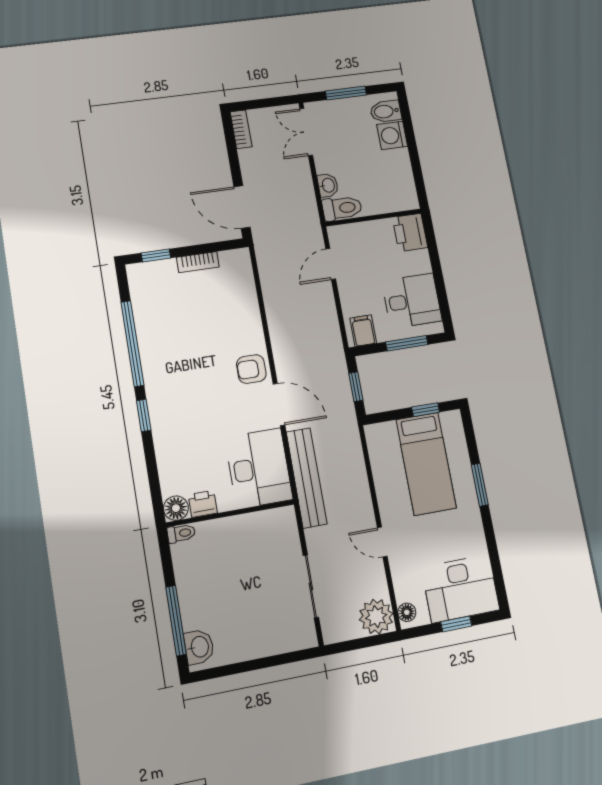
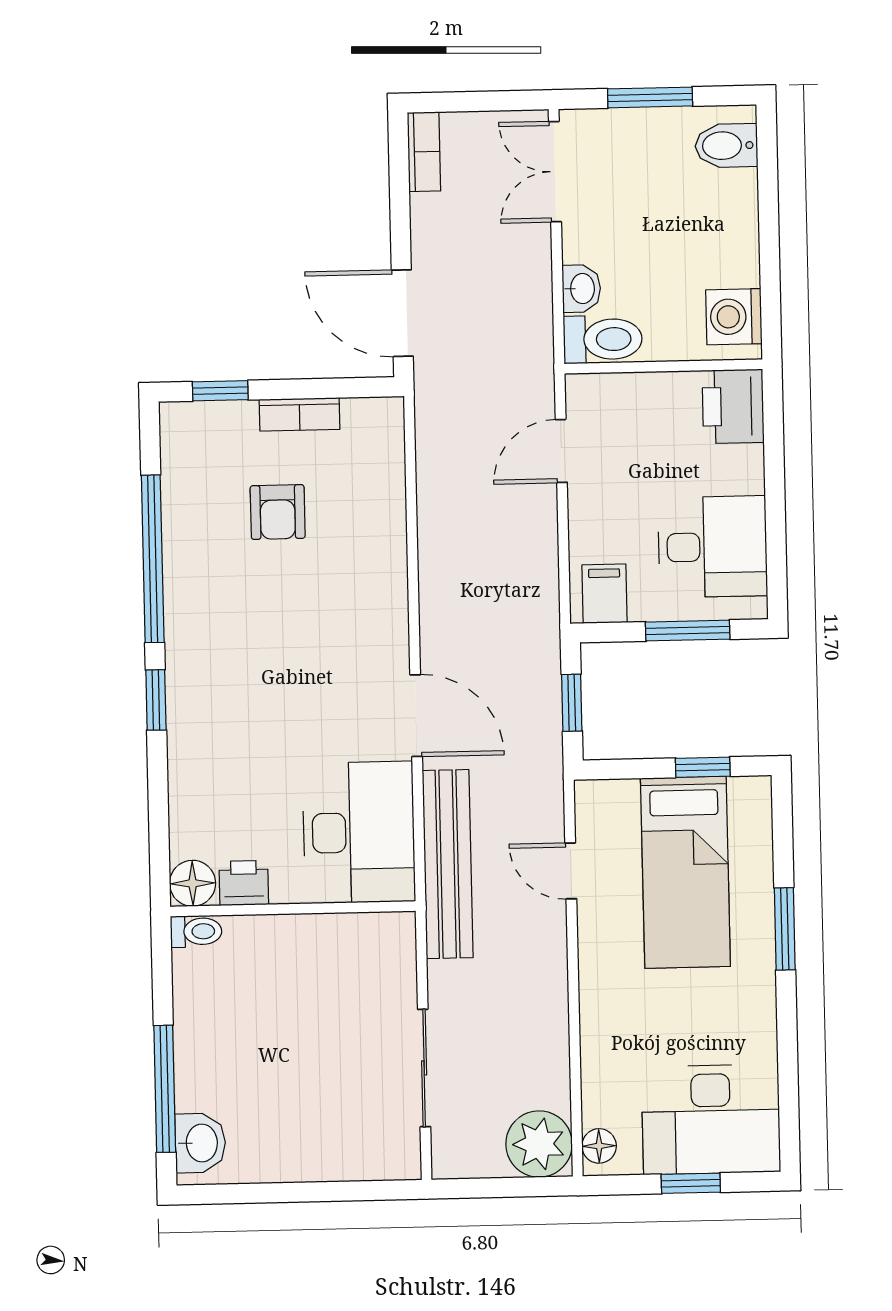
washing machine: (392, 135) -> (734, 317), moved
armchair: (251, 369) -> (278, 512), moved, turned -90
door: (382, 542) -> (571, 871), moved

